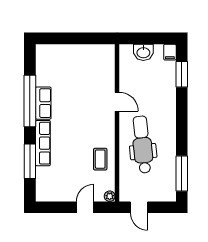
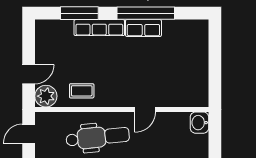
washbasin: (143, 52) -> (199, 123), moved
plant: (110, 196) -> (46, 96), width x1.88, depth x1.88
door: (85, 207) -> (29, 74), hinge flipped

